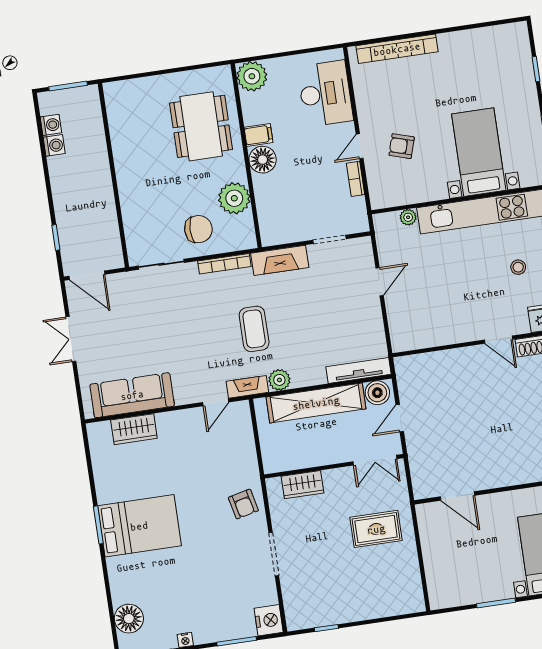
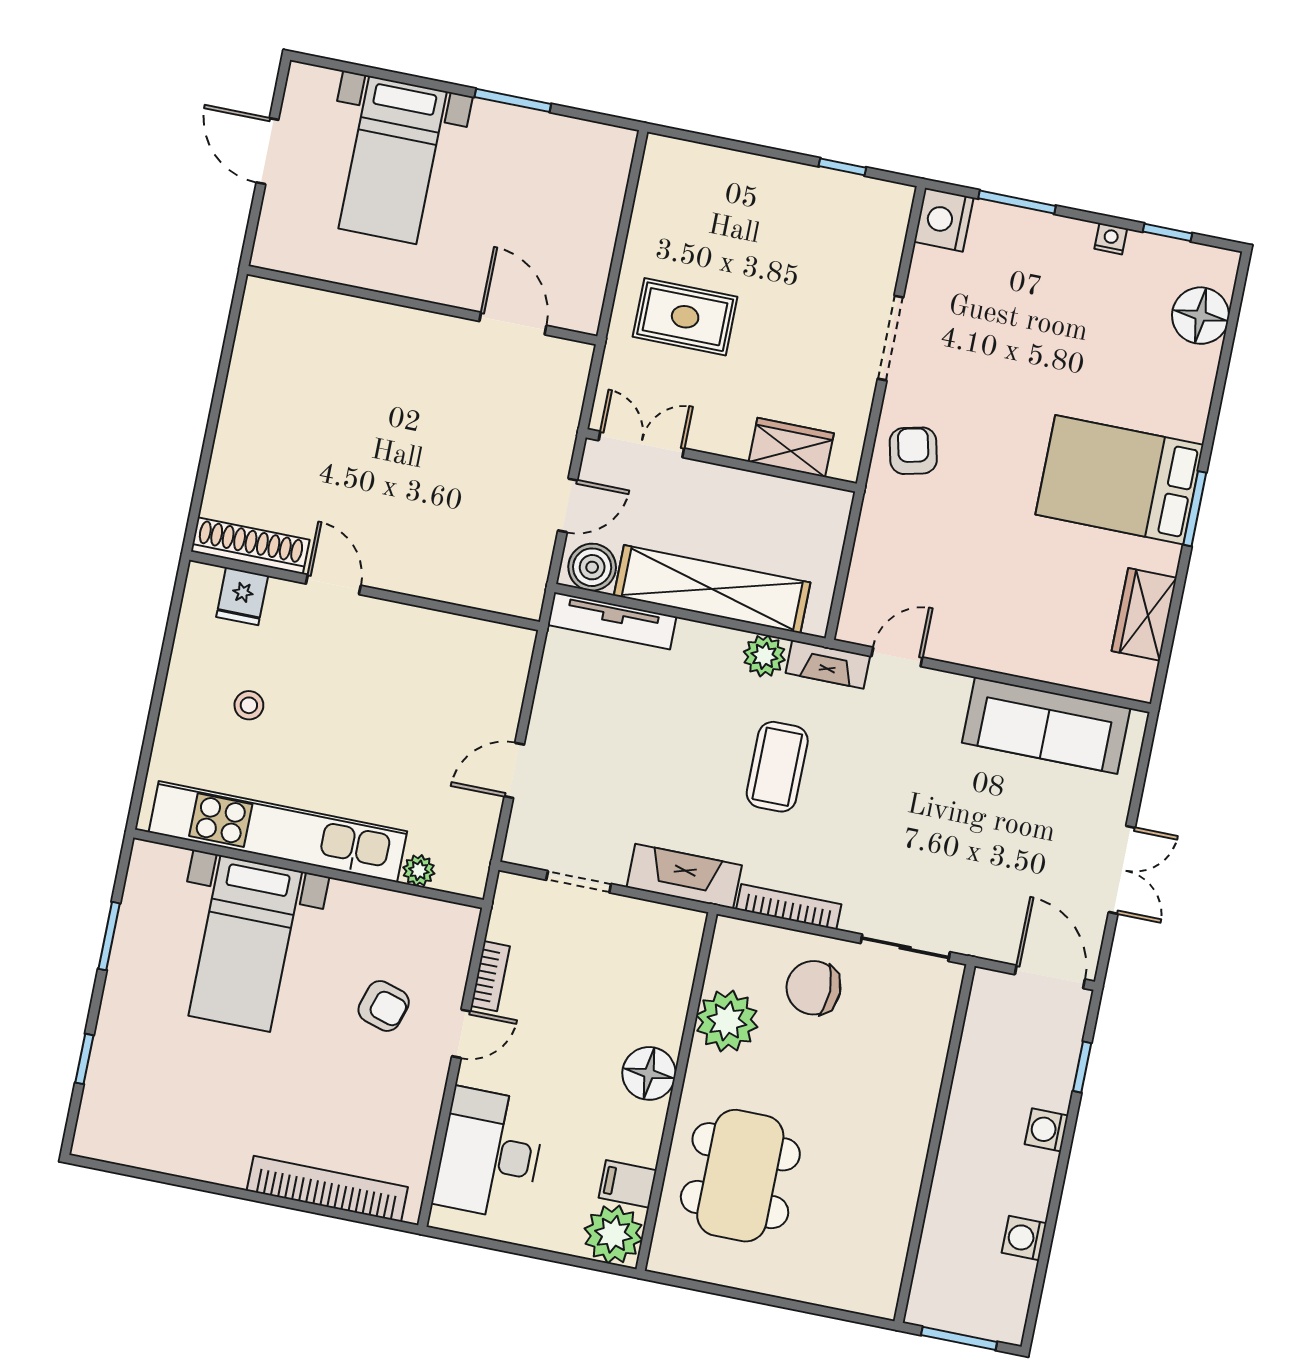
washing machine: (51, 125) -> (1046, 1130), moved
filing cabinet: (258, 135) -> (628, 1184), moved
wardrobe: (134, 429) -> (1144, 614), moved, turned -90

